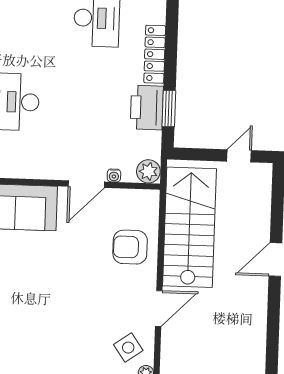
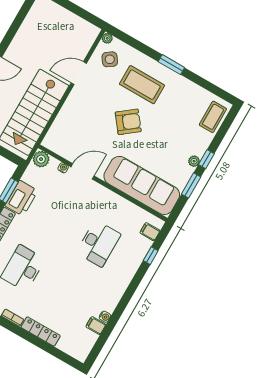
armchair: (130, 247) -> (128, 122), moved, turned -38
coffee table: (69, 337) -> (142, 85), added

